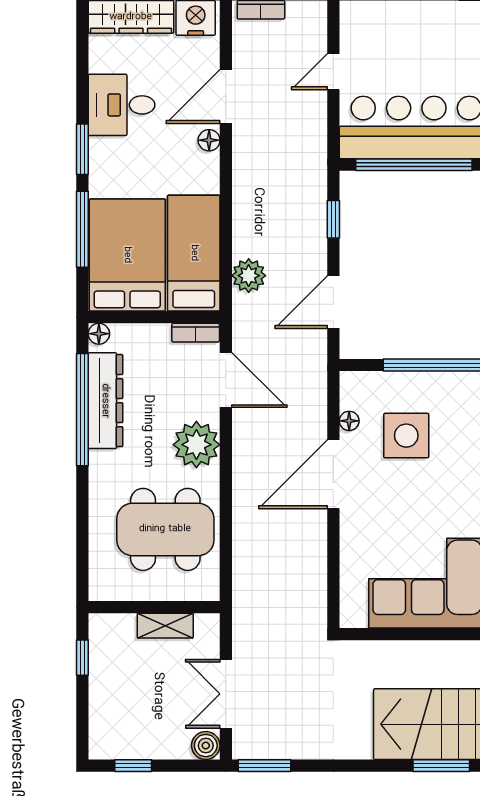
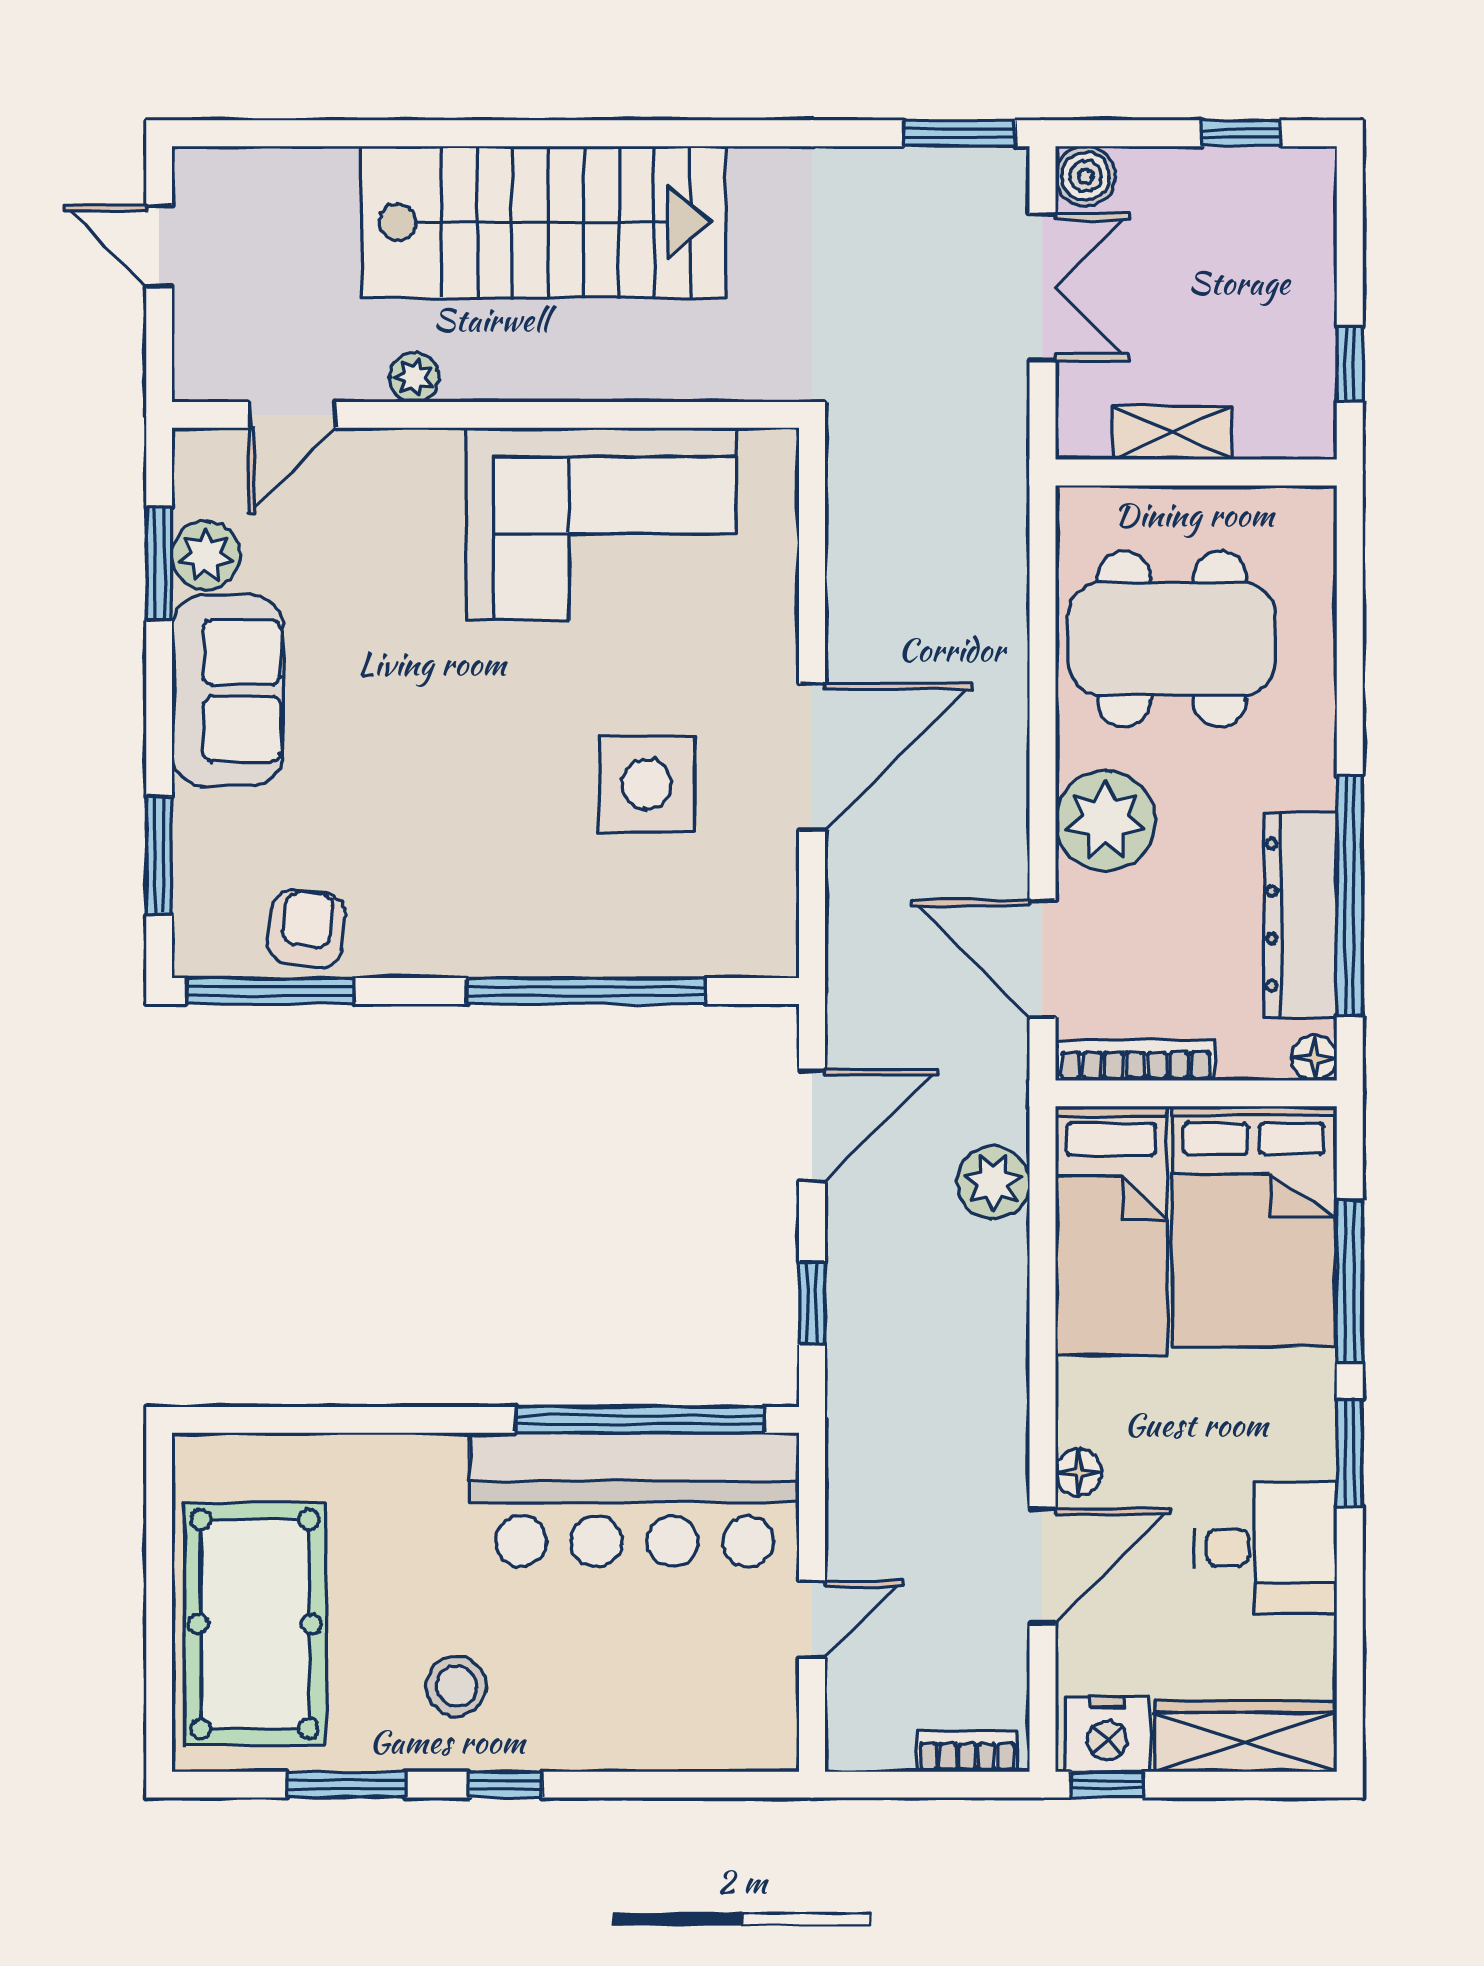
bookcase: (196, 333) -> (1136, 1060), width x1.56
floor lamp: (349, 421) -> (778, 871), removed
side table: (406, 436) -> (647, 784), moved
window: (441, 766) -> (581, 133), removed

